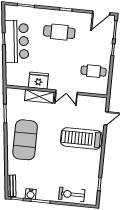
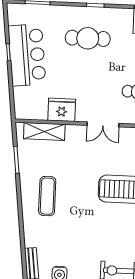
shelving: (39, 96) -> (44, 132), moved
exercise mat: (25, 140) -> (47, 196), width x0.50, depth x0.69

